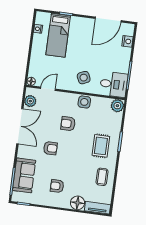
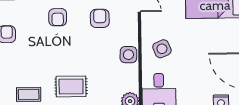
armchair: (68, 124) -> (100, 18), moved

